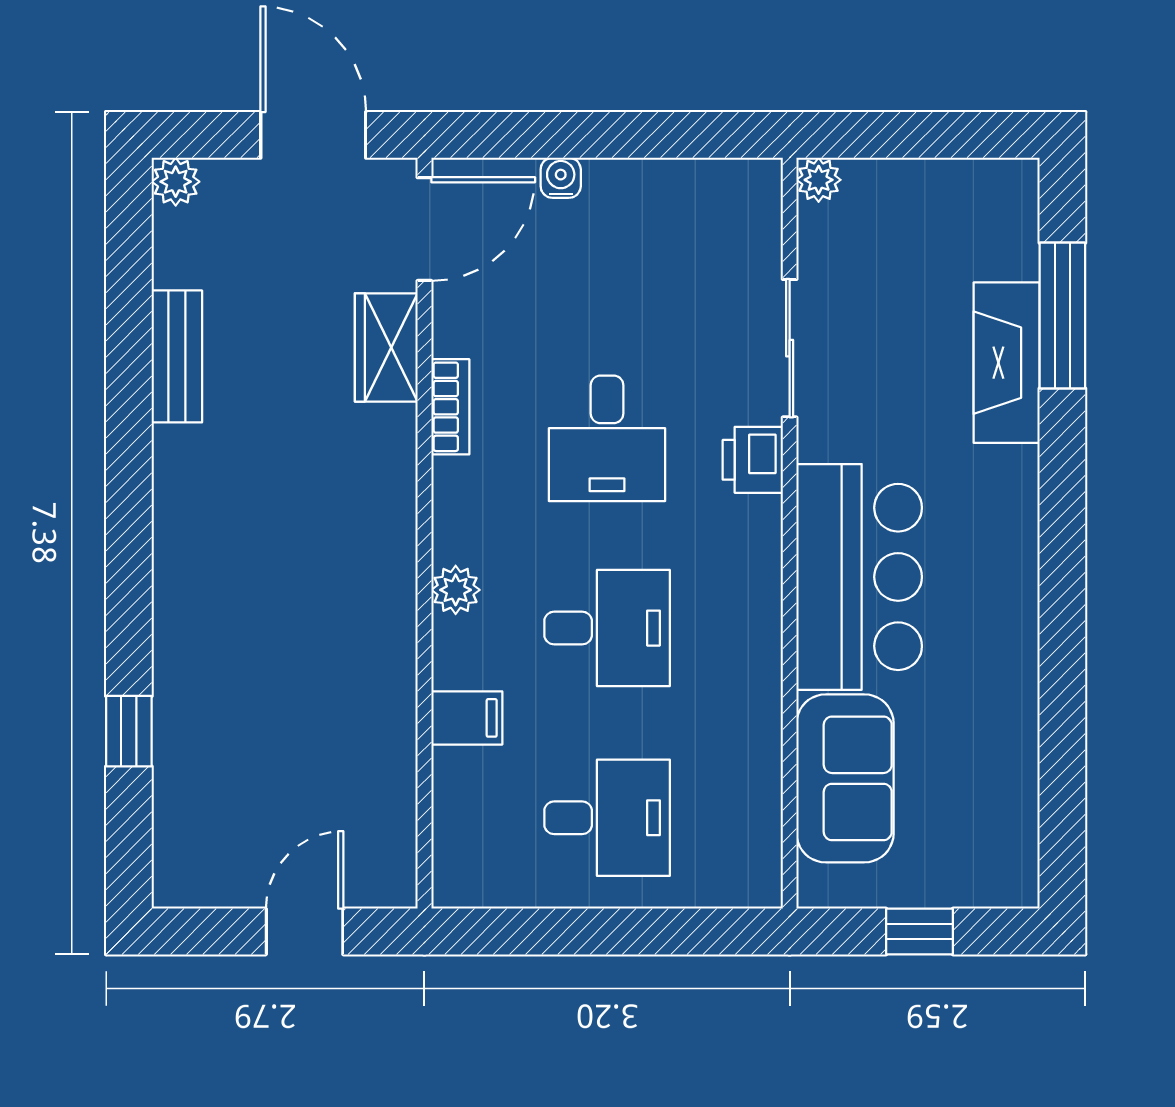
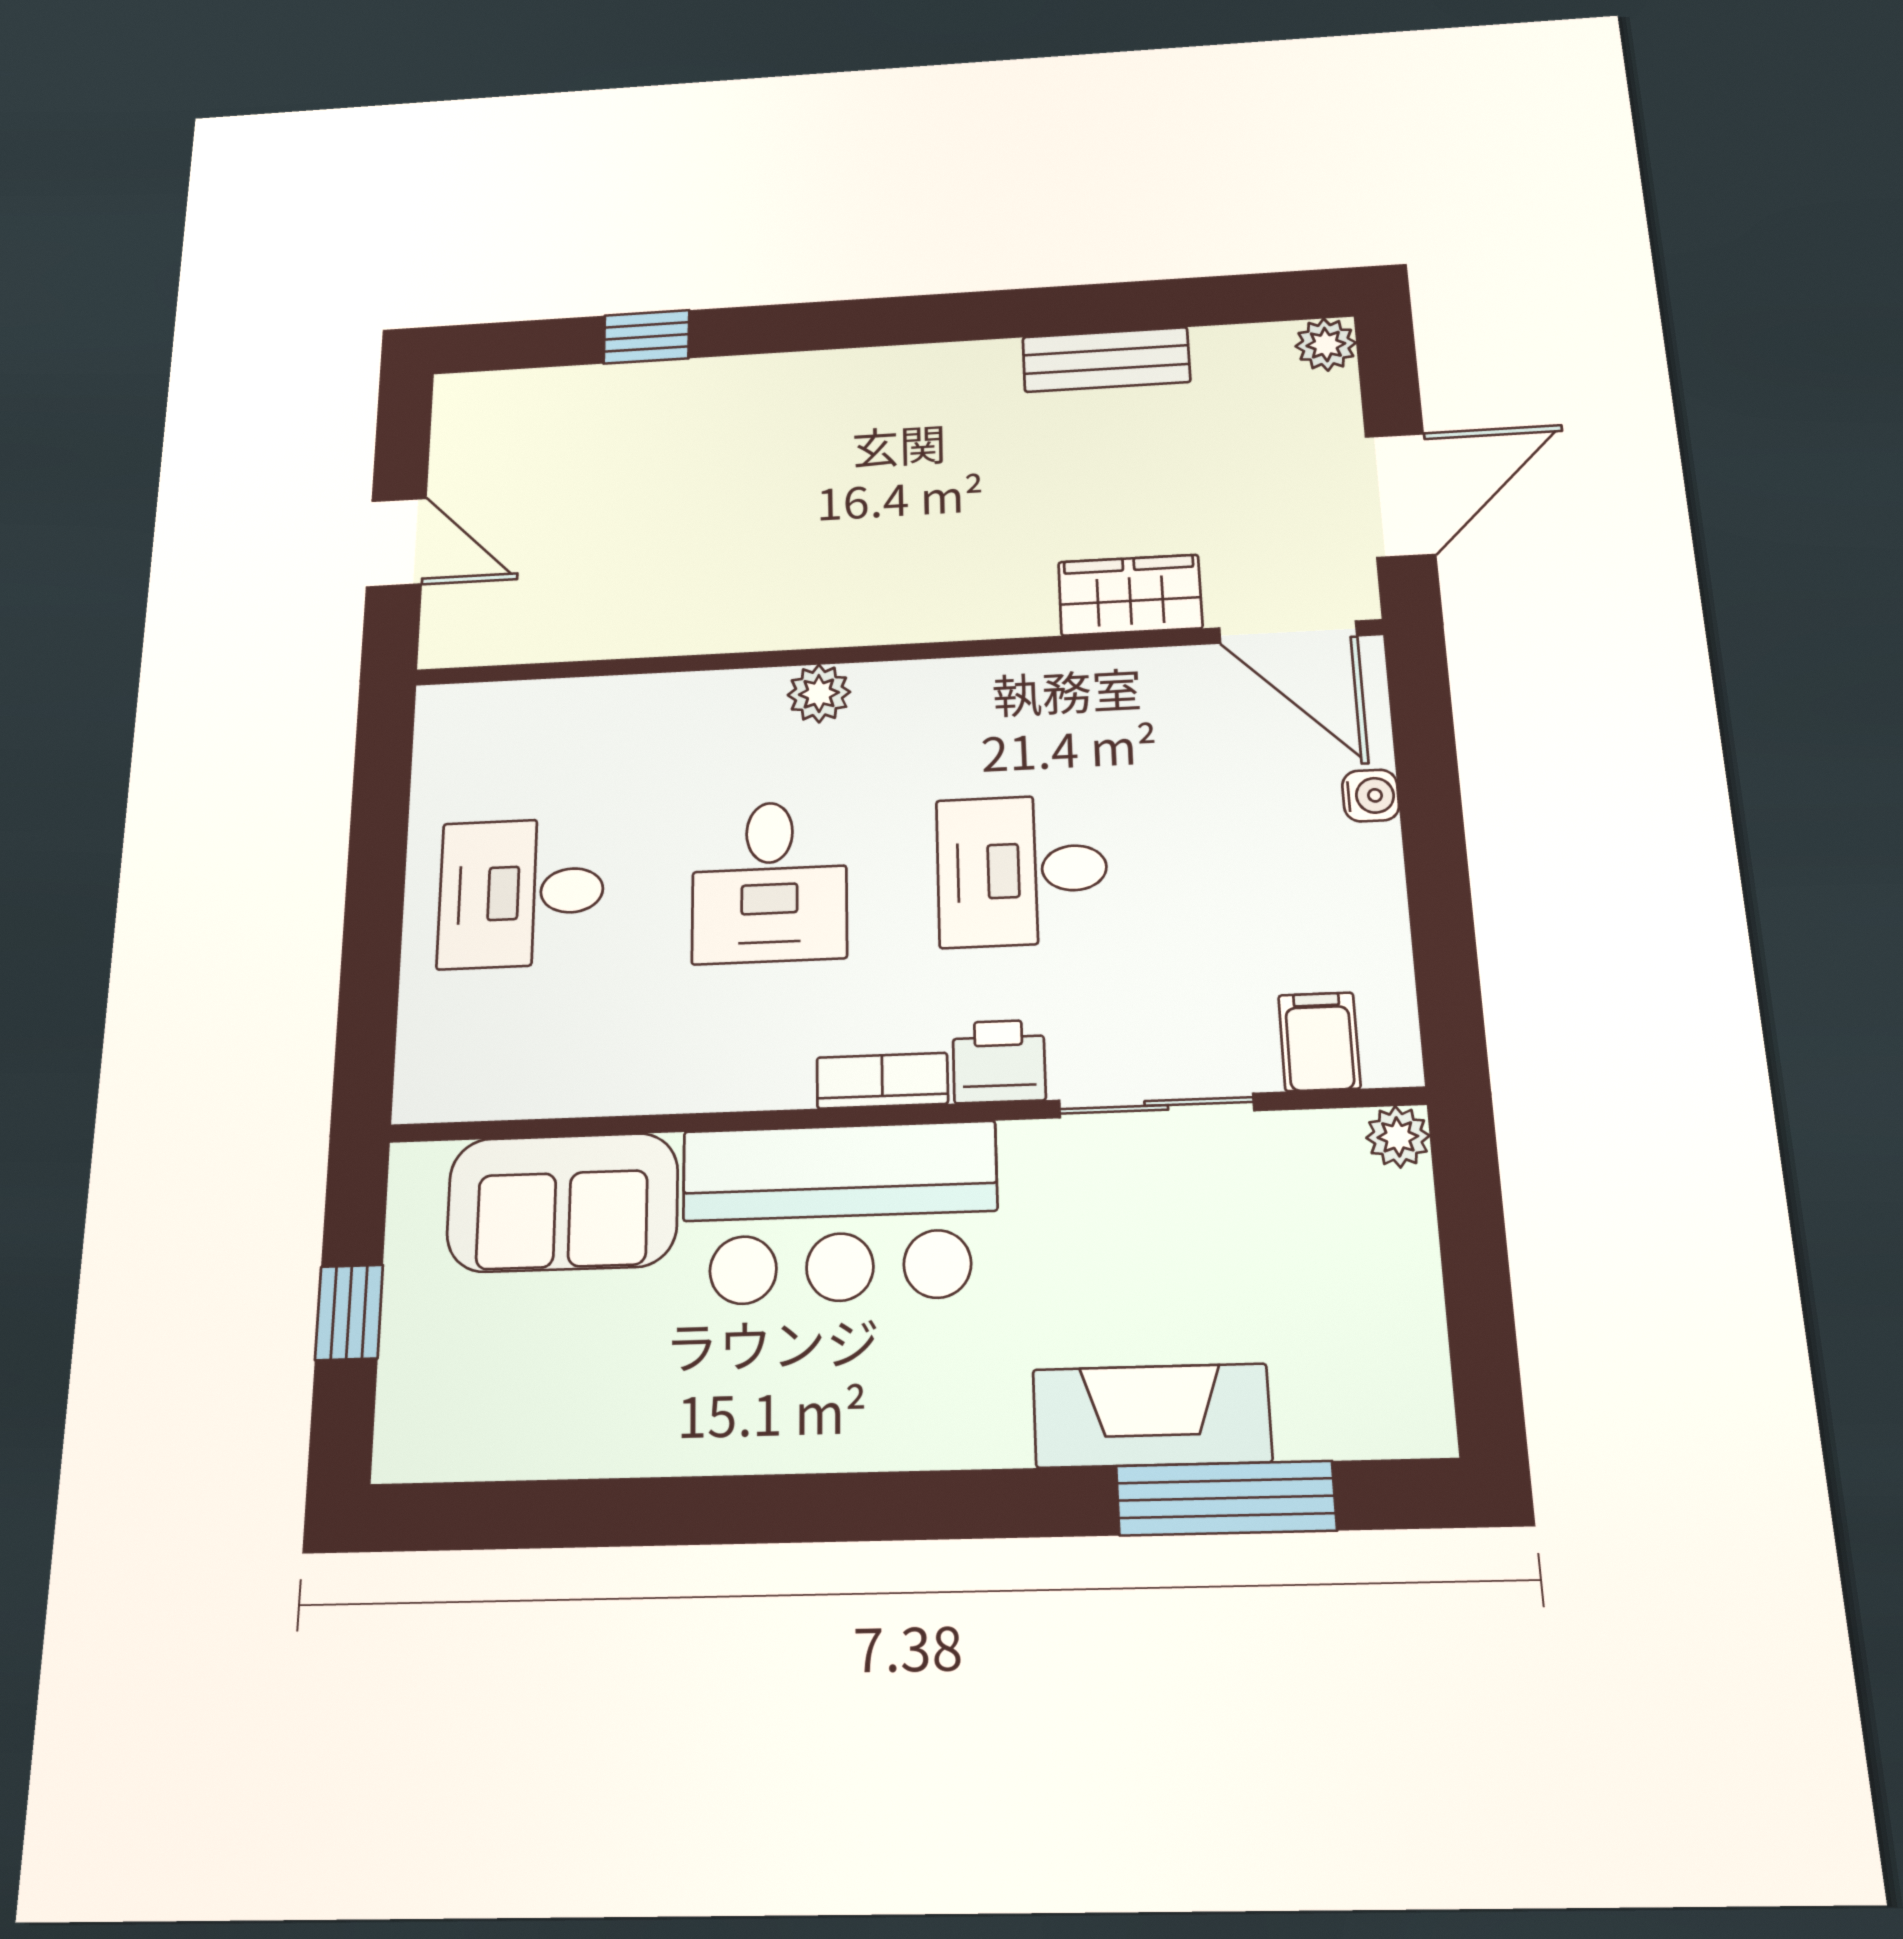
bookcase: (450, 407) -> (882, 1081), moved, turned 180
filing cabinet: (467, 718) -> (1319, 1042), moved, turned 180
desk: (607, 818) -> (521, 893), turned 90

